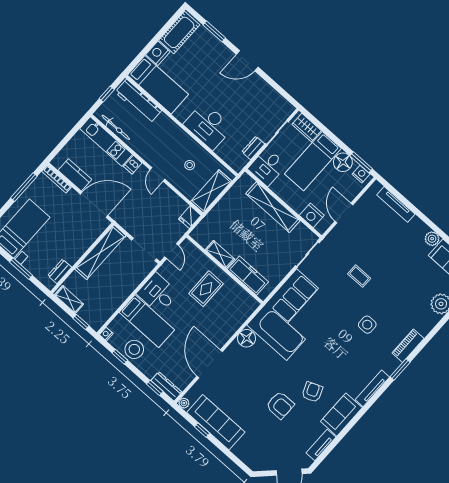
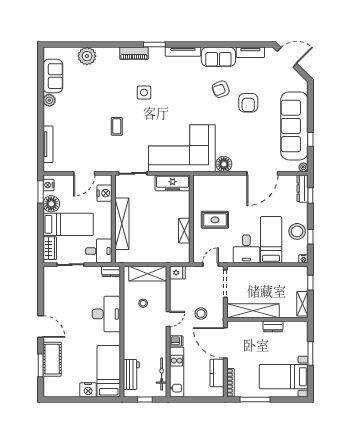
cot: (179, 32) -> (52, 359), moved, turned 90
workbench: (138, 101) -> (131, 375), width x0.73
dresser: (253, 148) -> (111, 271), moved
stool: (137, 206) -> (201, 314), added
dresser: (60, 271) -> (273, 326), moved
freezer: (248, 276) -> (173, 183), moved, turned -90
armchair: (280, 405) -> (248, 103), turned 180
sofa: (216, 422) -> (294, 126), width x1.36, depth x1.27

